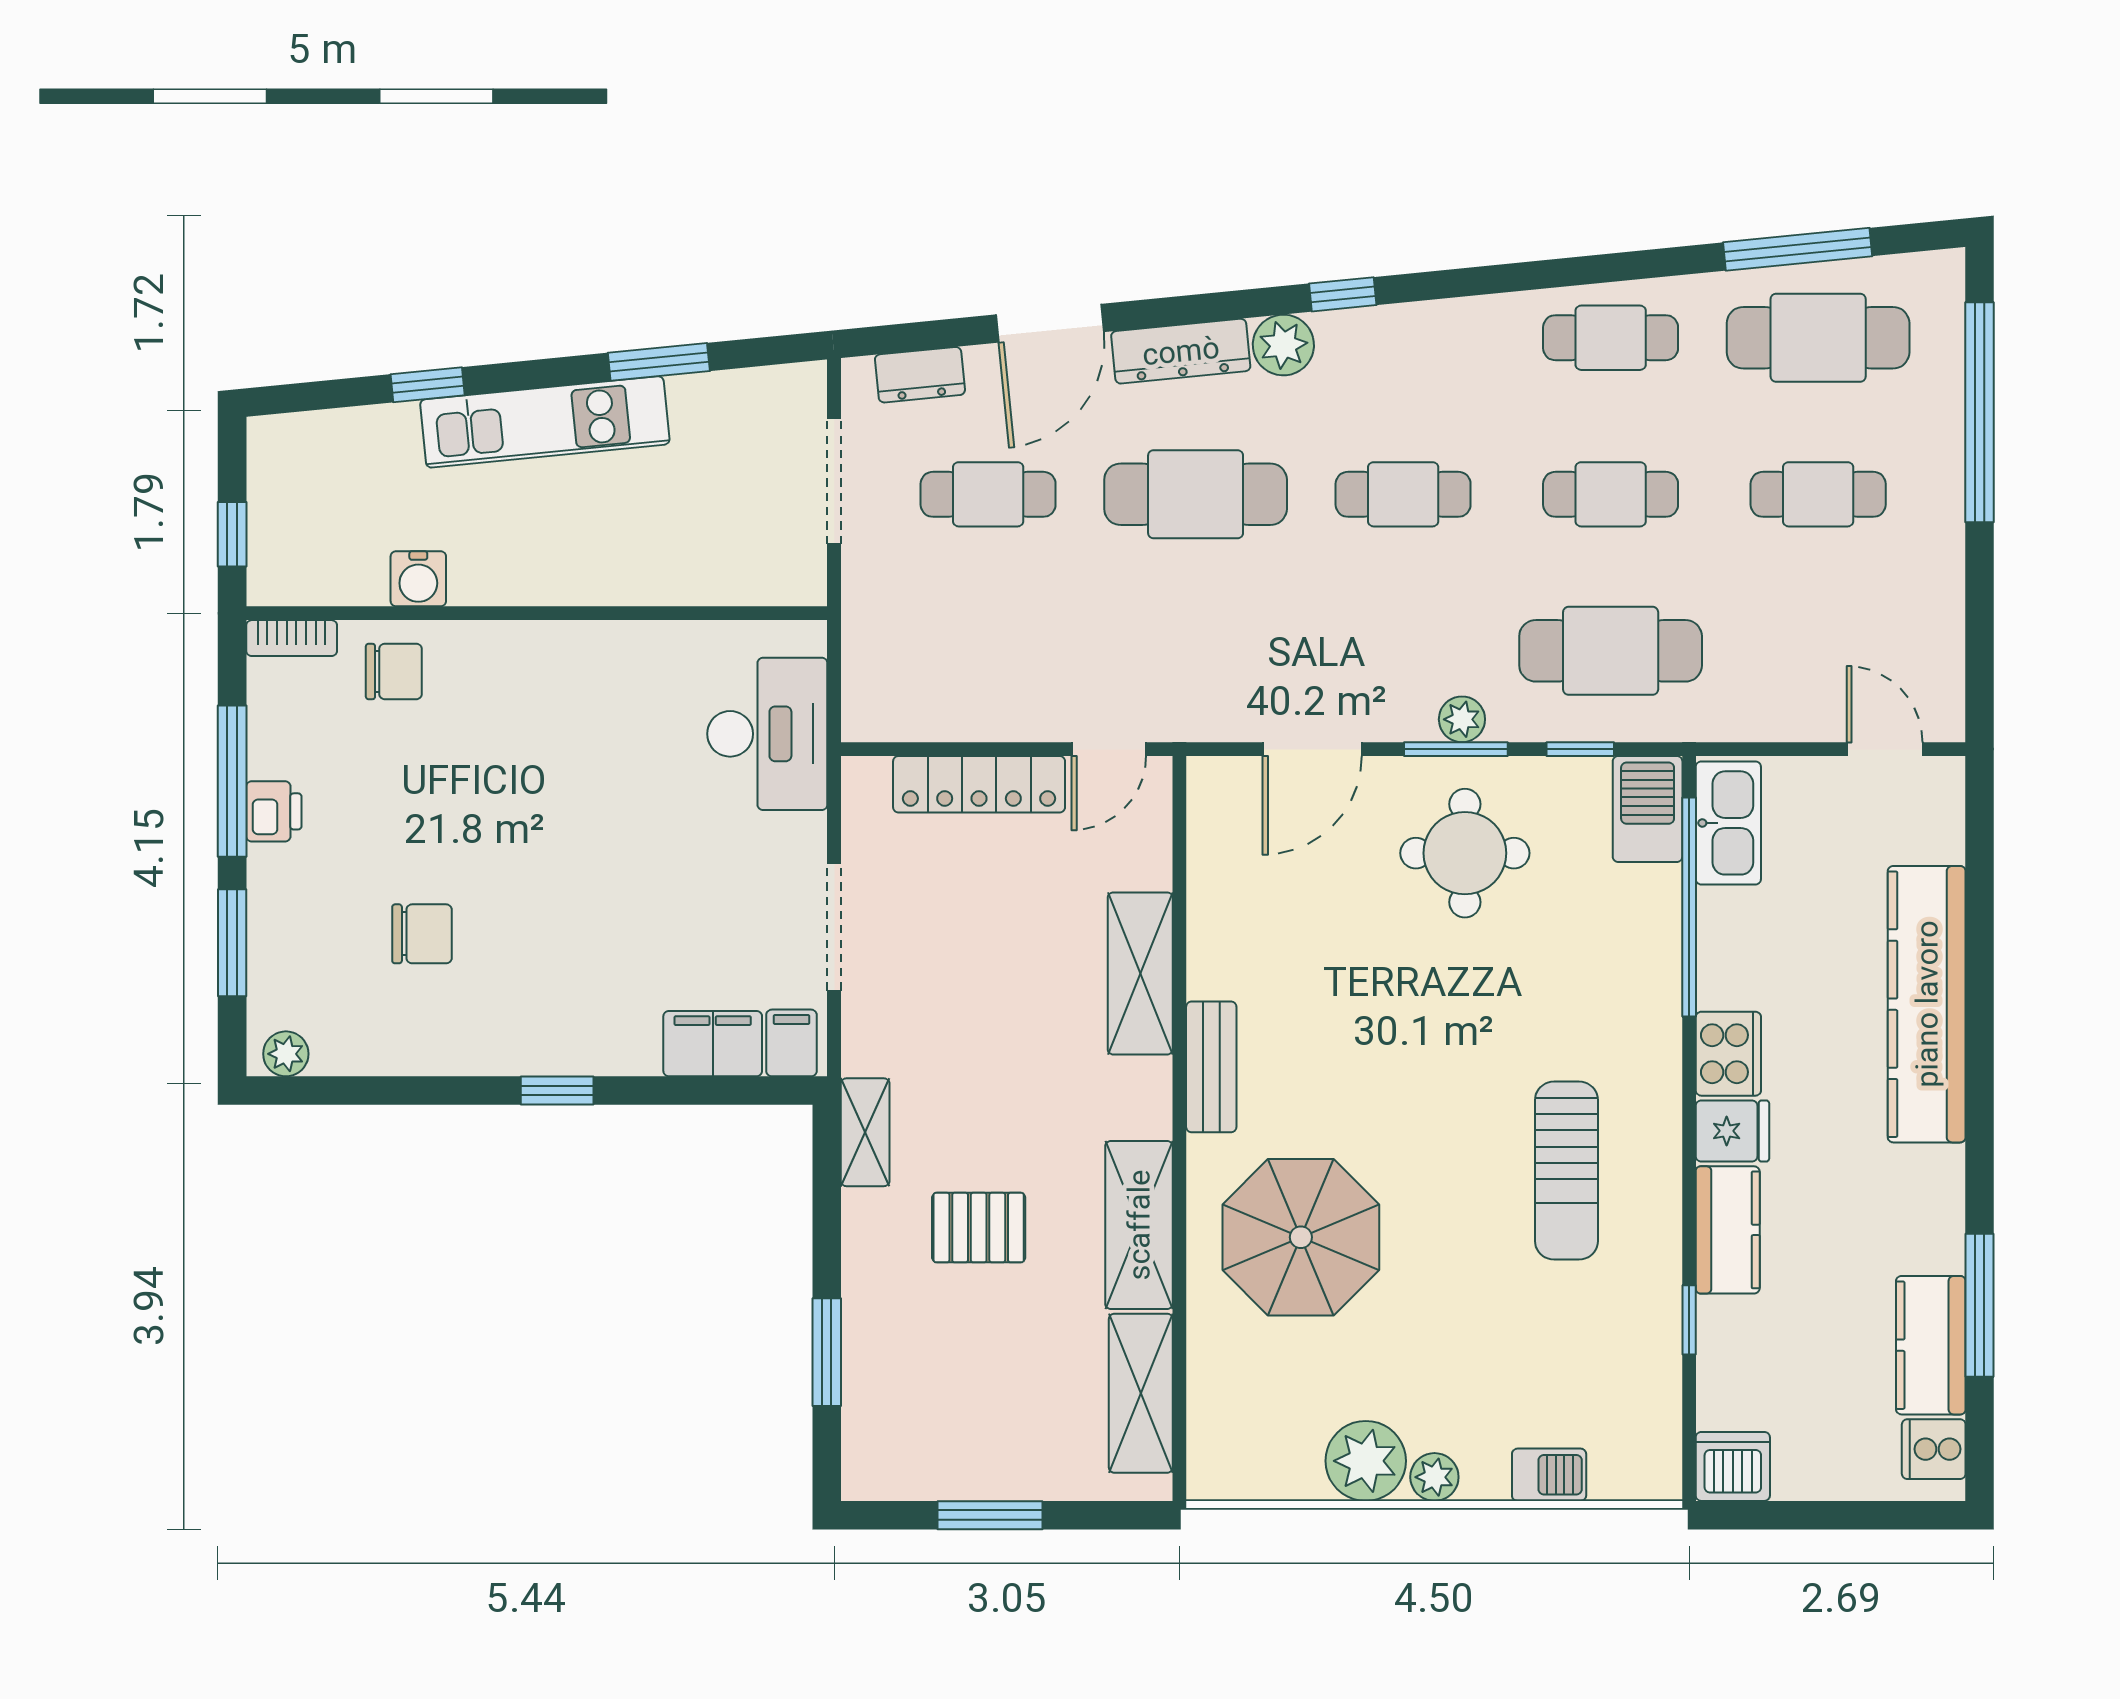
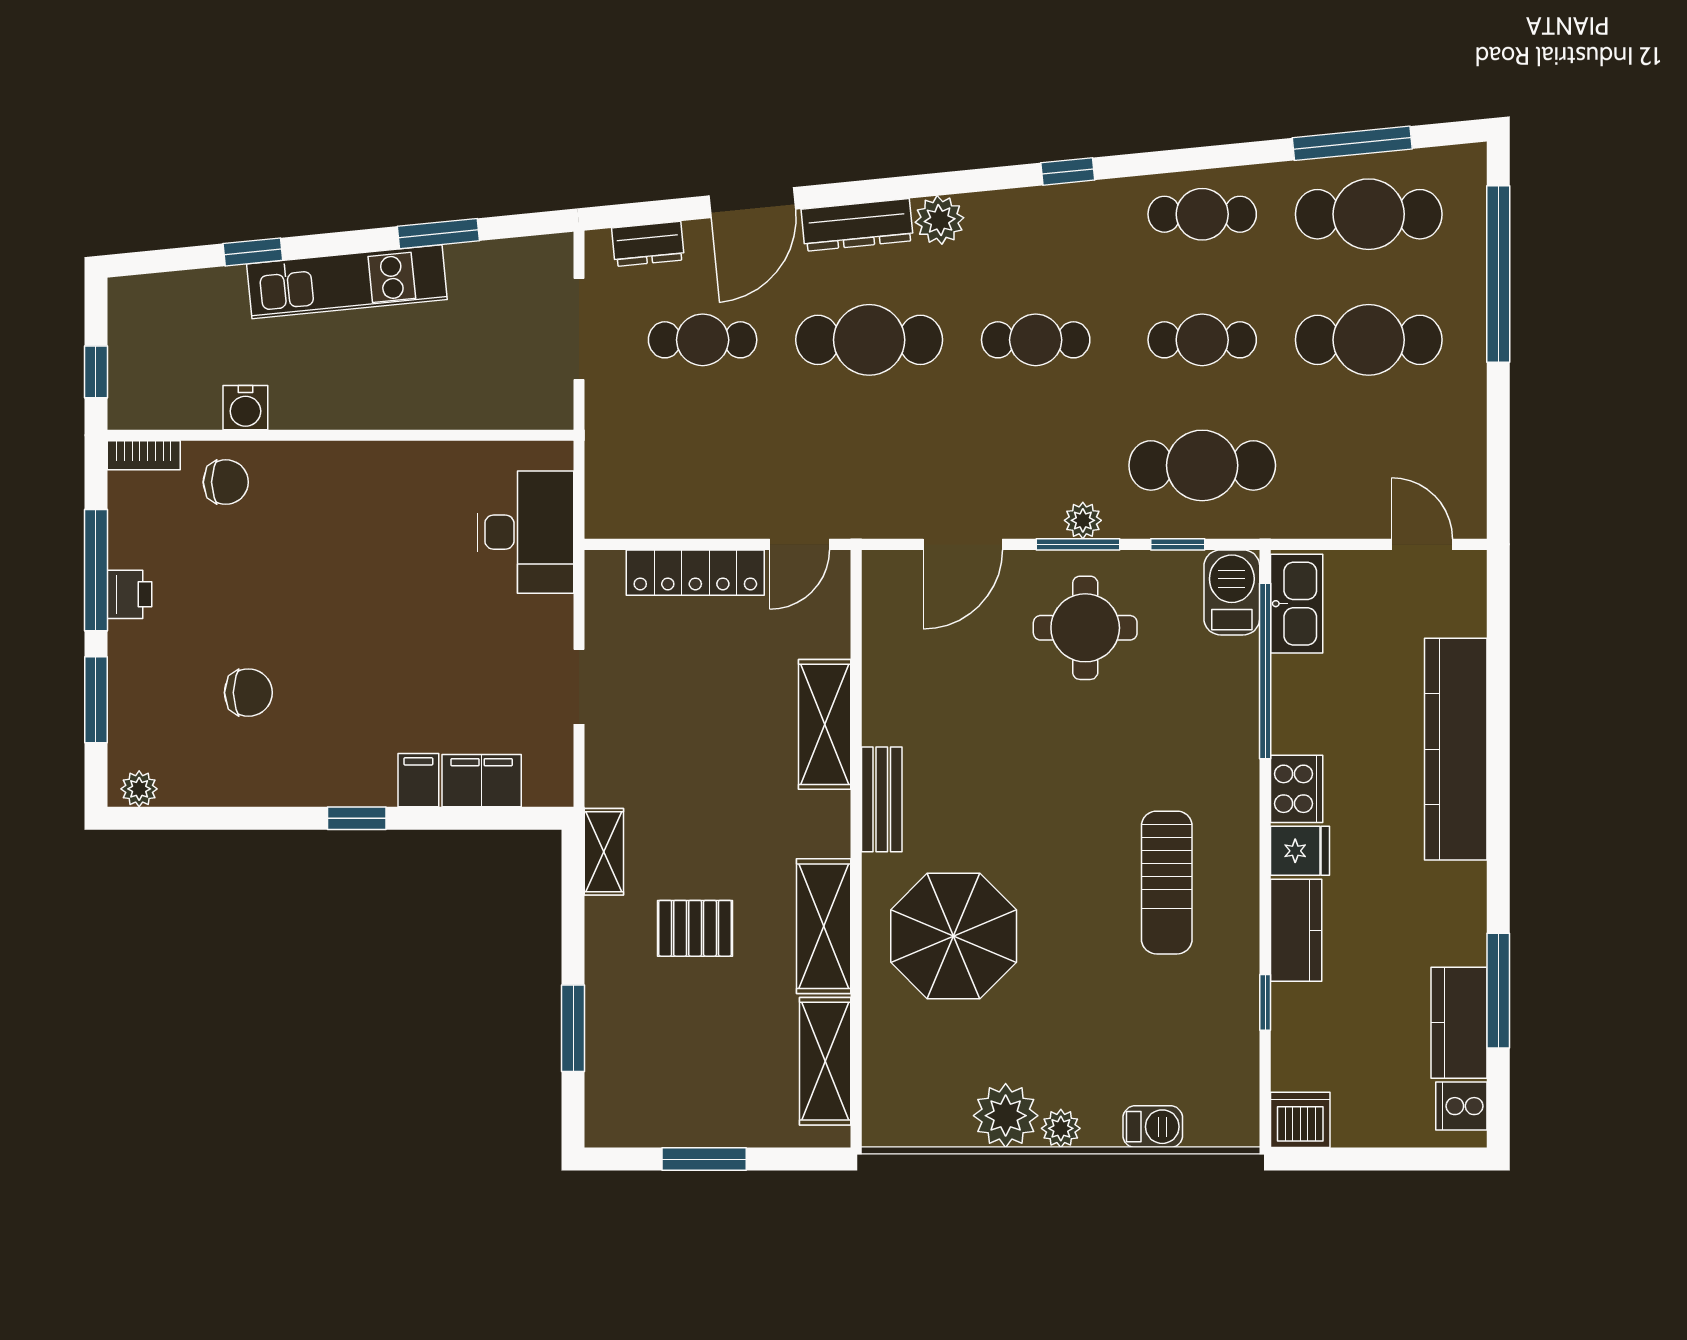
window: (1343, 294) -> (1068, 171), moved
cafe table: (1818, 494) -> (1369, 340), width x1.37, depth x1.35
doorway: (834, 927) -> (579, 687), width x0.73
filing cabinet: (791, 1043) -> (418, 780), moved

